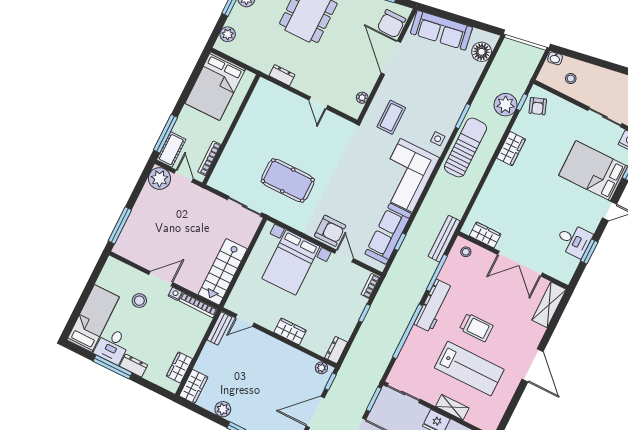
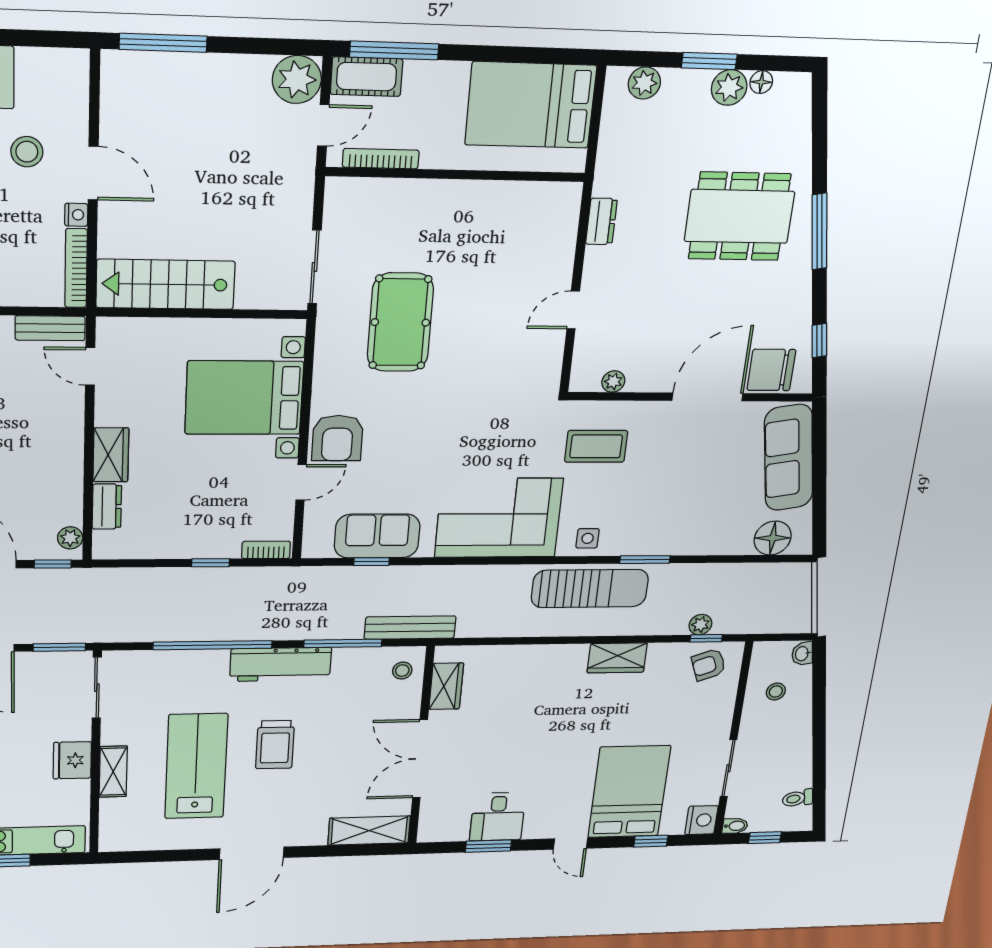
plant: (506, 105) -> (700, 625), width x0.53, depth x0.53
sofa: (388, 234) -> (377, 536), width x0.73
dresser: (336, 350) -> (107, 507), moved, turned 90
lab bench: (469, 369) -> (196, 766), turned 180

